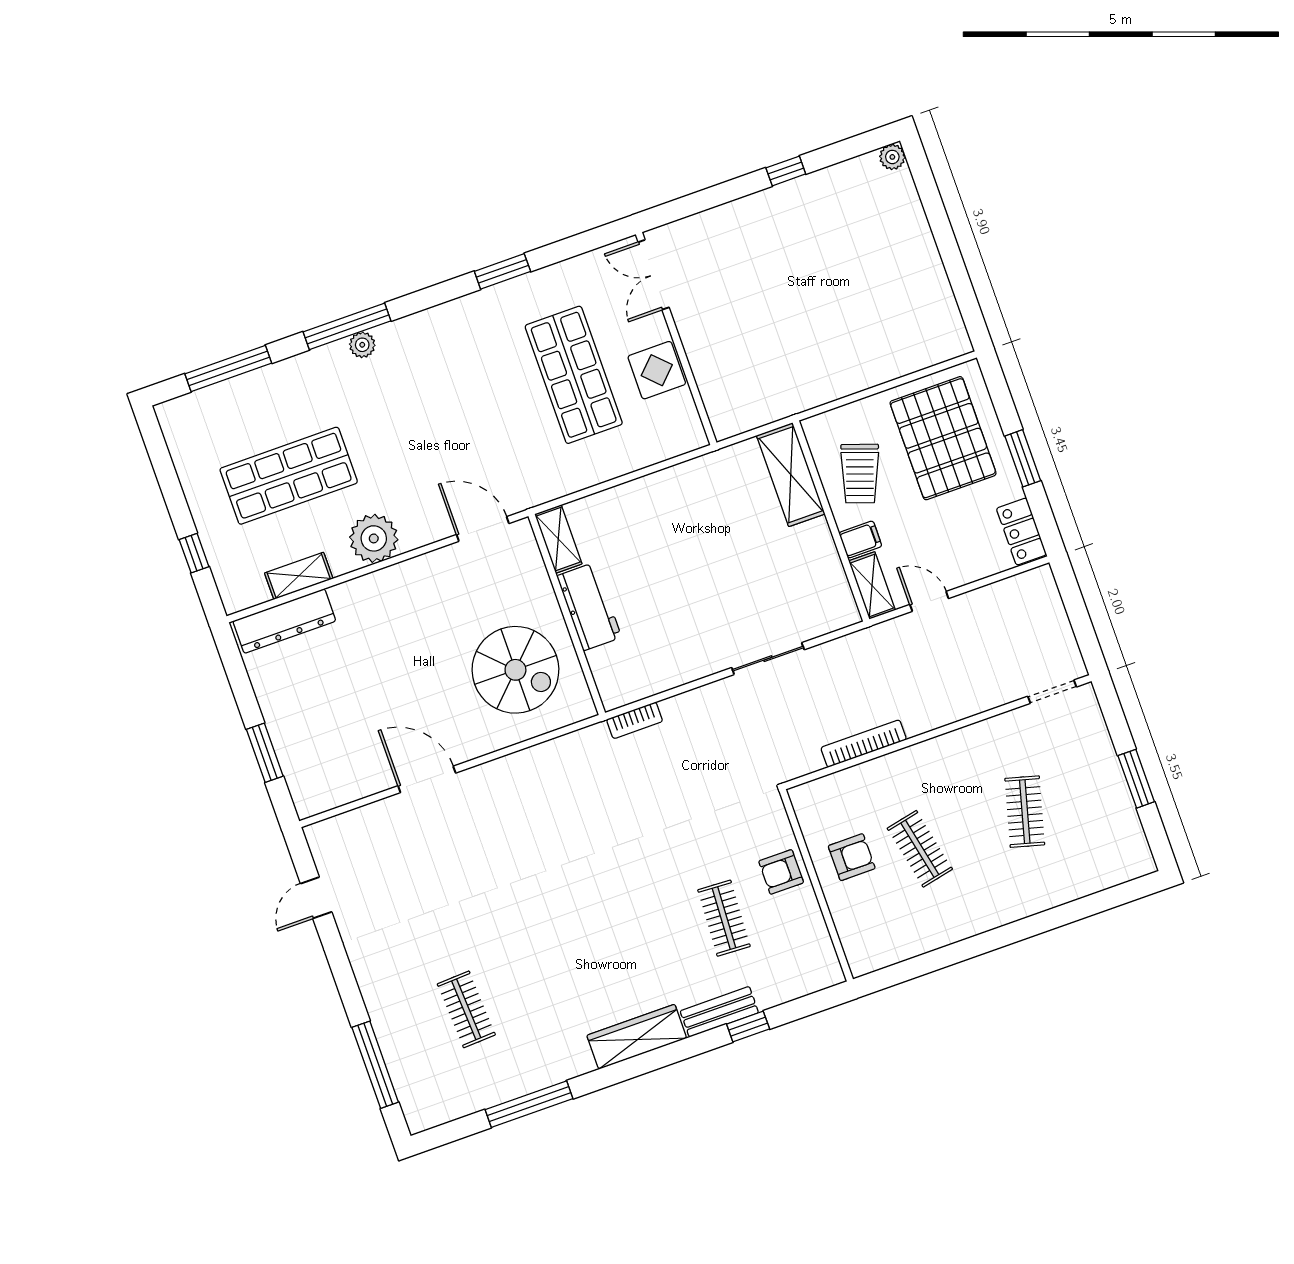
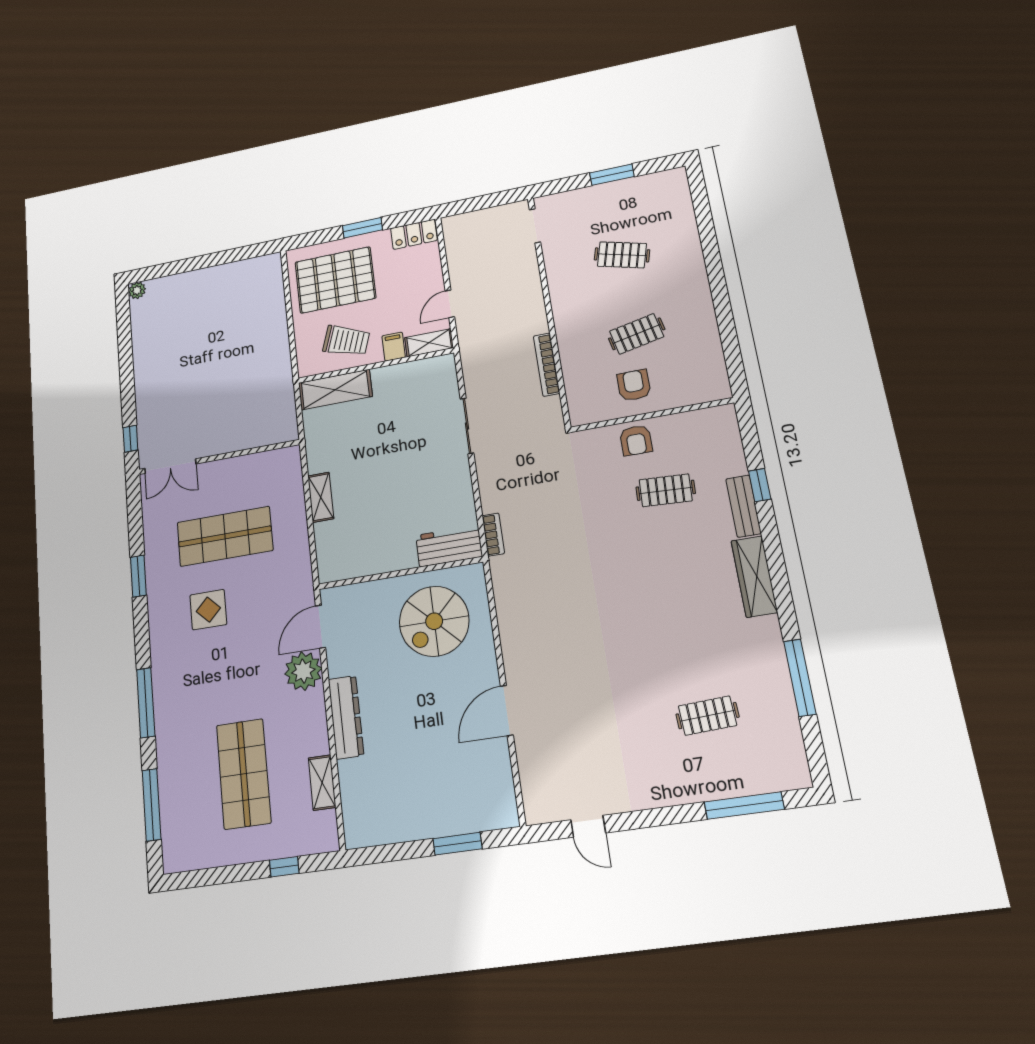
window: (786, 171) -> (130, 439), moved
plant: (362, 345) -> (162, 694), removed
display table: (657, 370) -> (208, 610), moved
plant: (374, 538) -> (303, 671), moved
shelving: (558, 539) -> (321, 497), moved, turned 90
workbench: (589, 607) -> (449, 546), moved
dresser: (284, 621) -> (346, 717), moved
spiral stairs: (515, 670) -> (434, 621), turned 180

